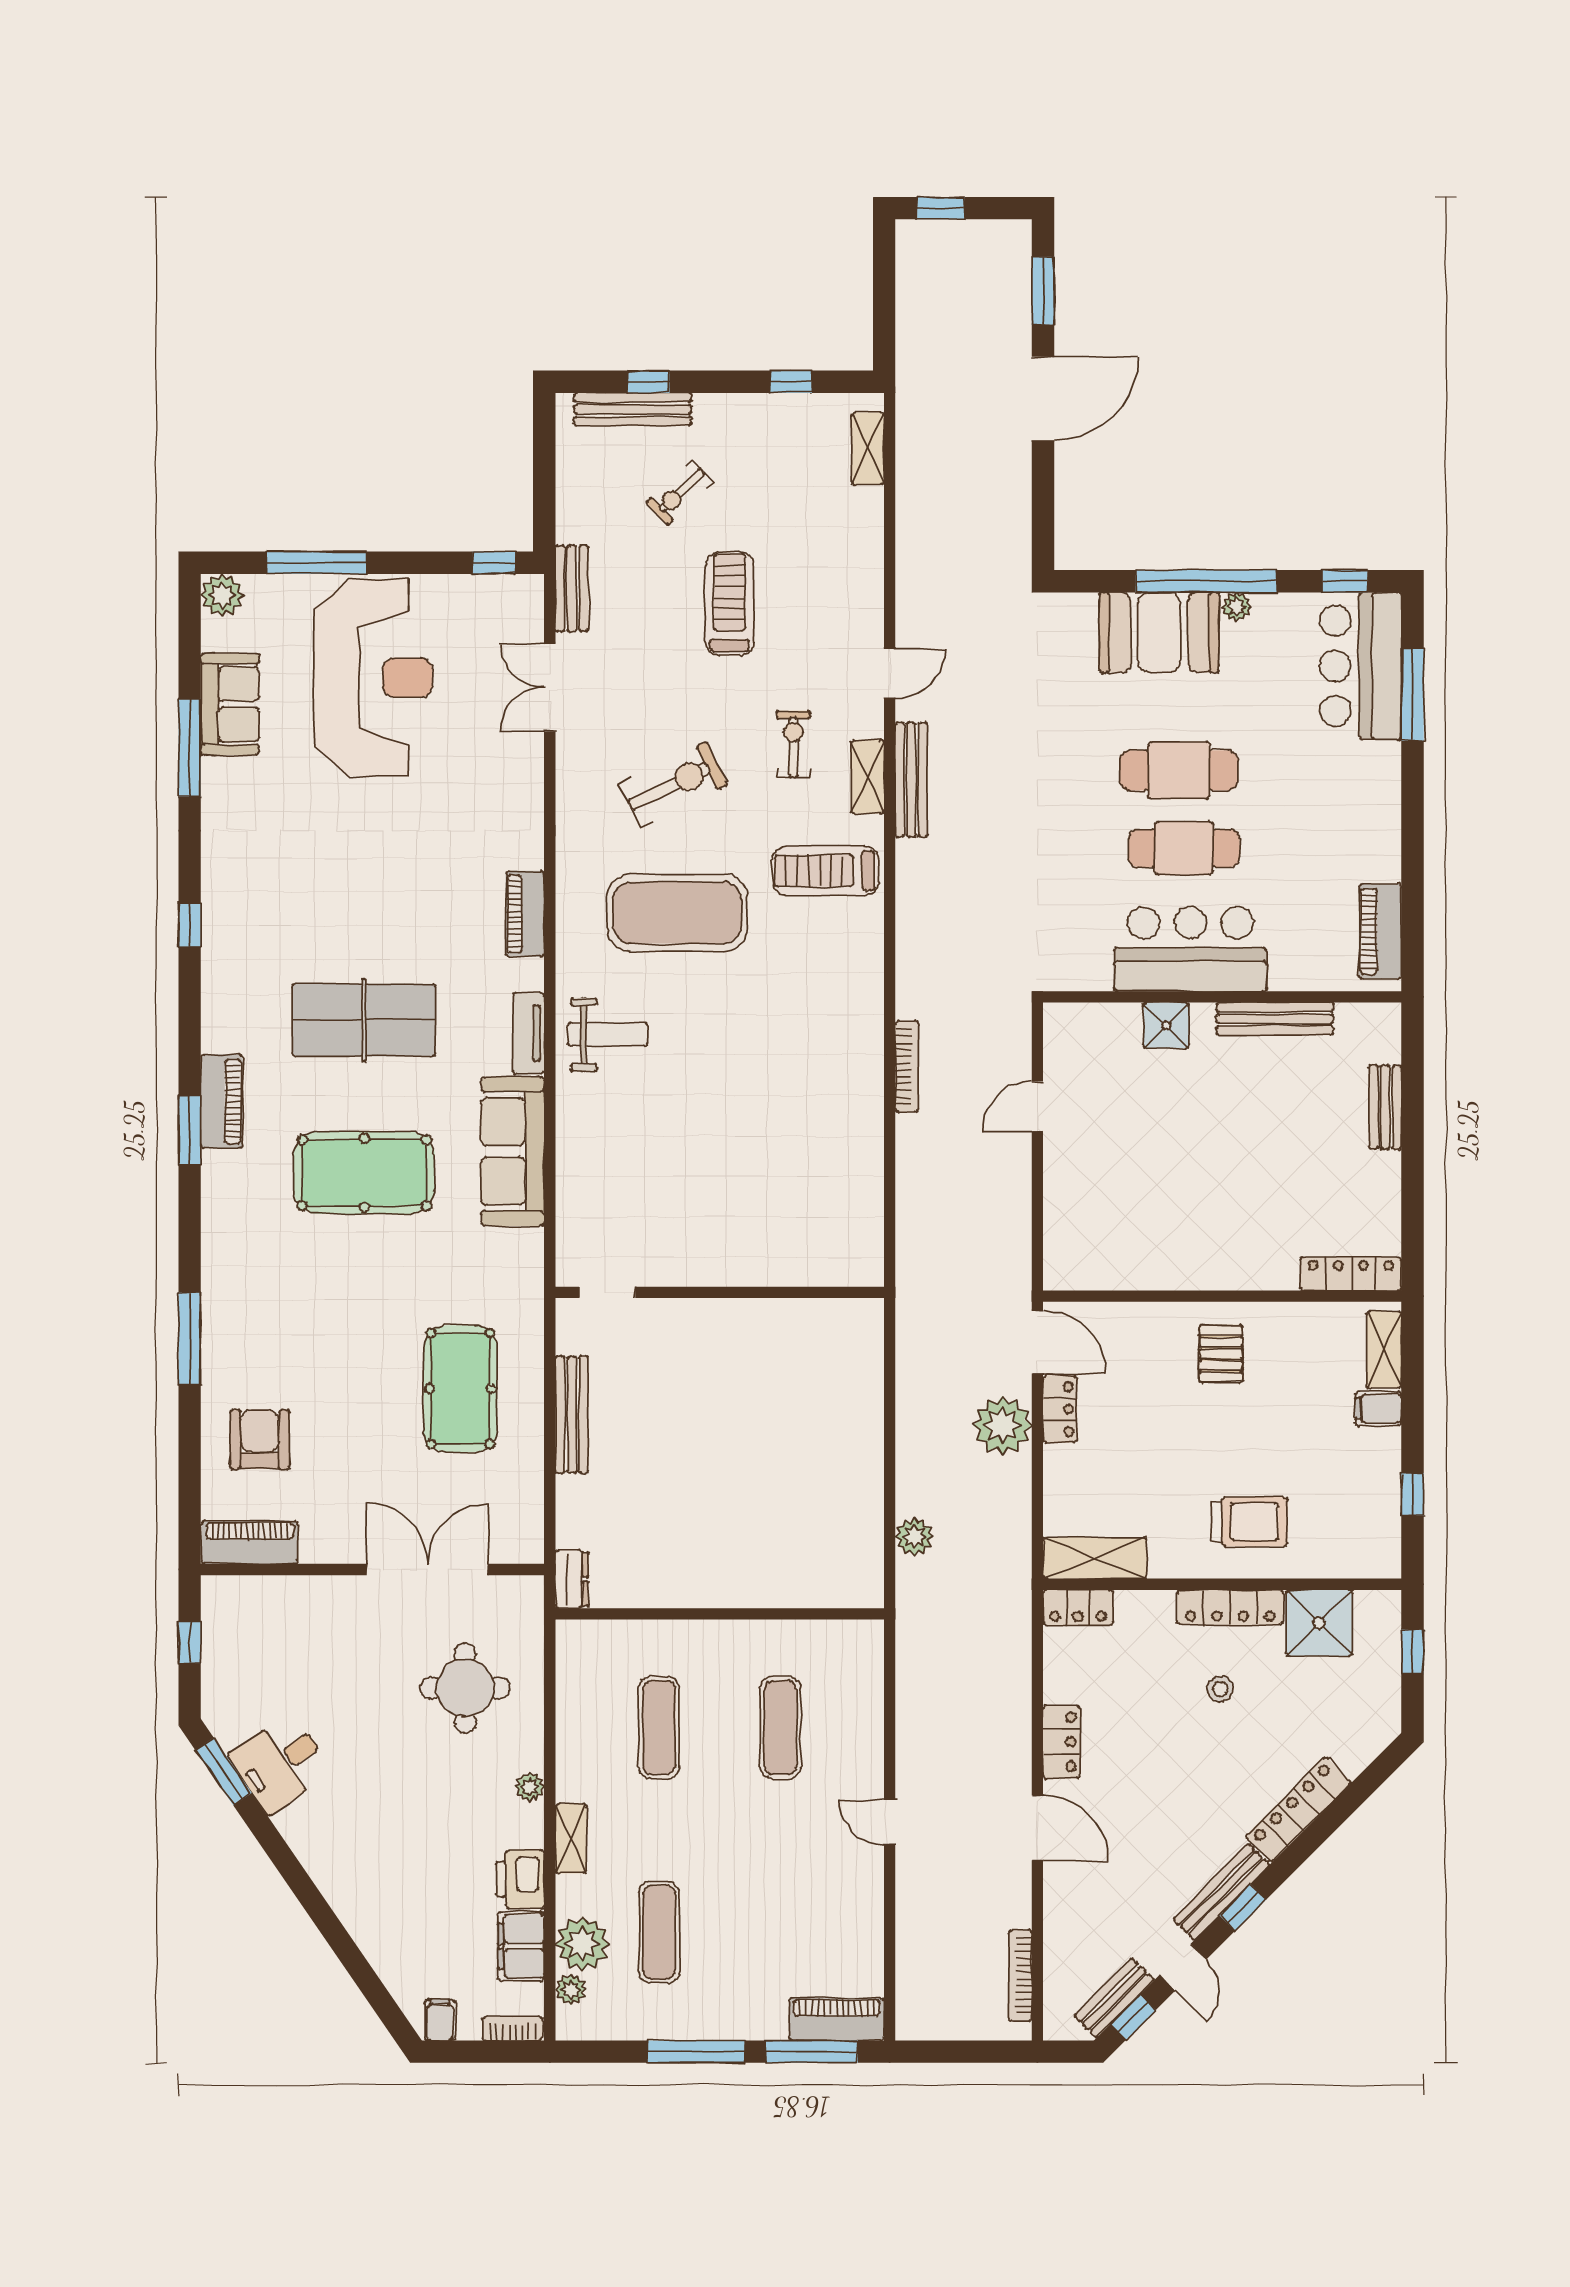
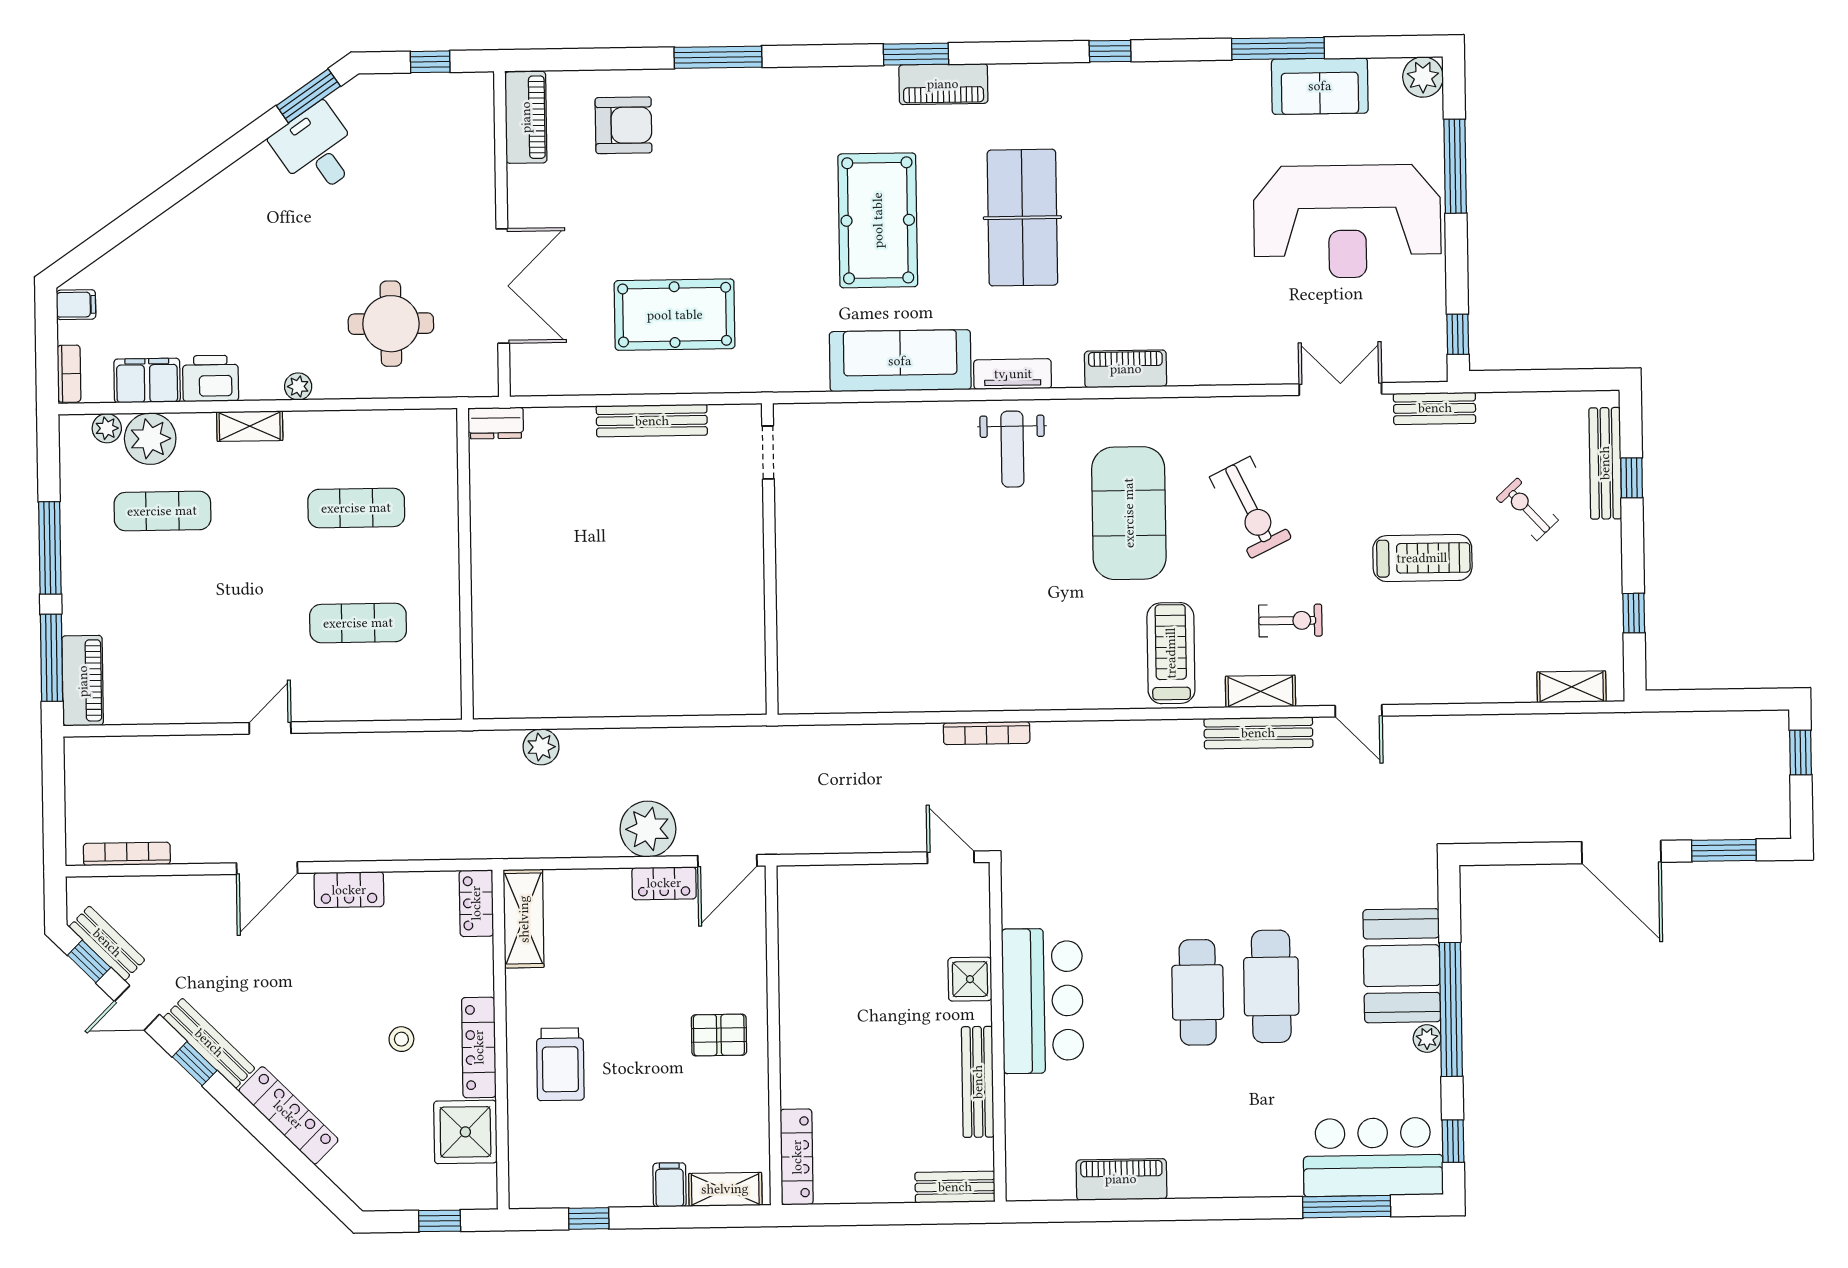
bar counter: (1190, 949) -> (1043, 1001), moved
wall: (1222, 997) -> (998, 1032), moved
bench: (1275, 1019) -> (978, 1082), moved
shower: (1166, 1025) -> (970, 979), moved

